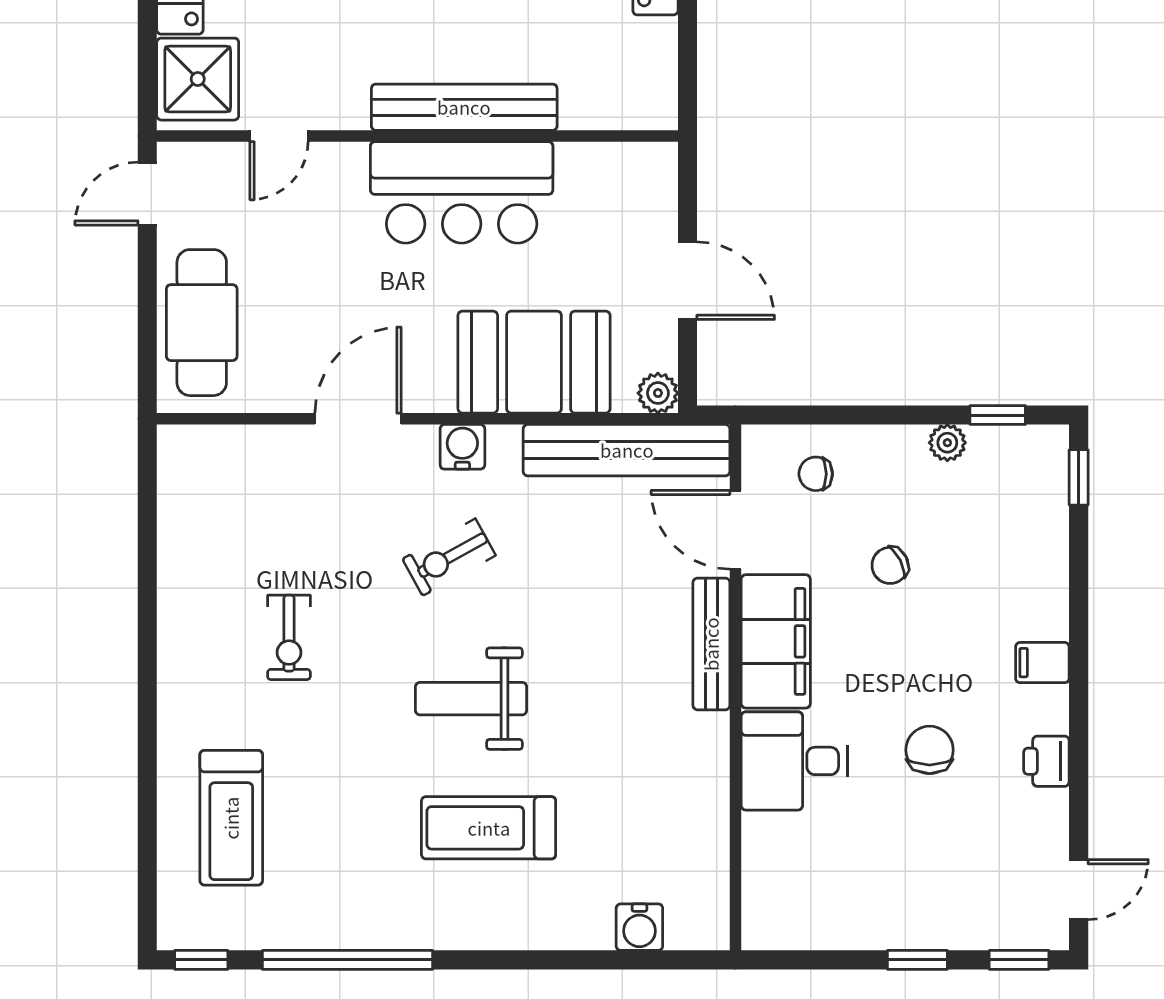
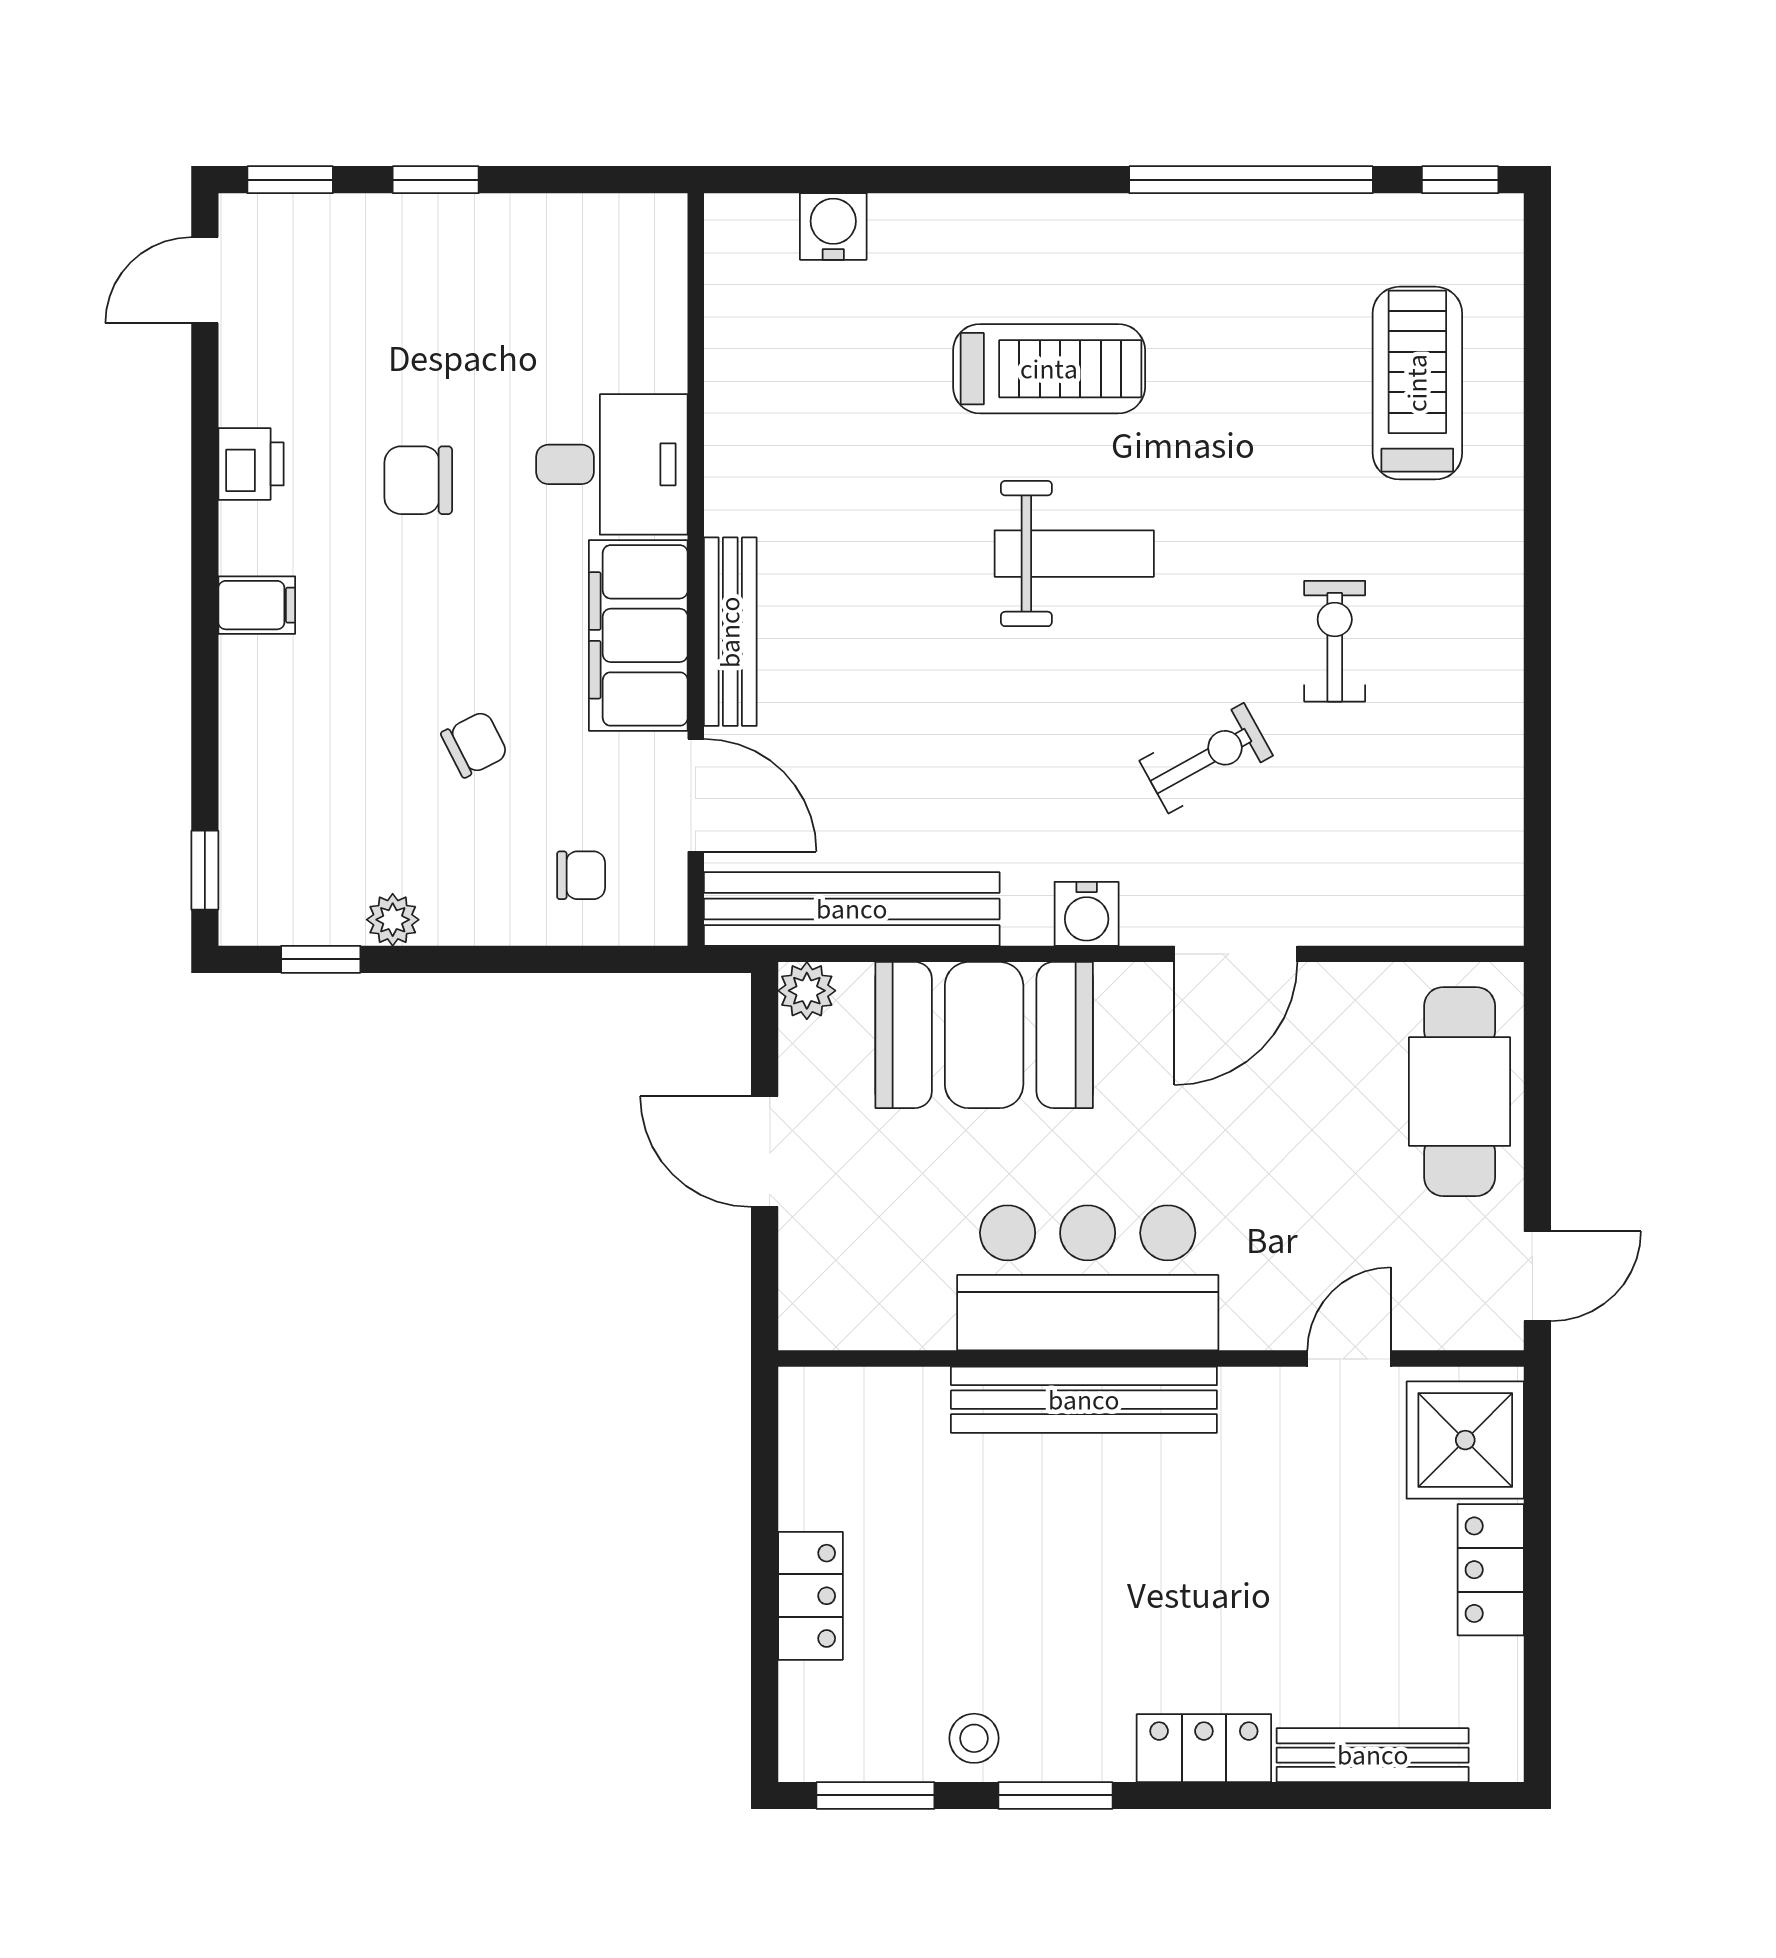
exercise bike: (449, 557) -> (1206, 758), moved
chair: (930, 750) -> (418, 480), turned 90

